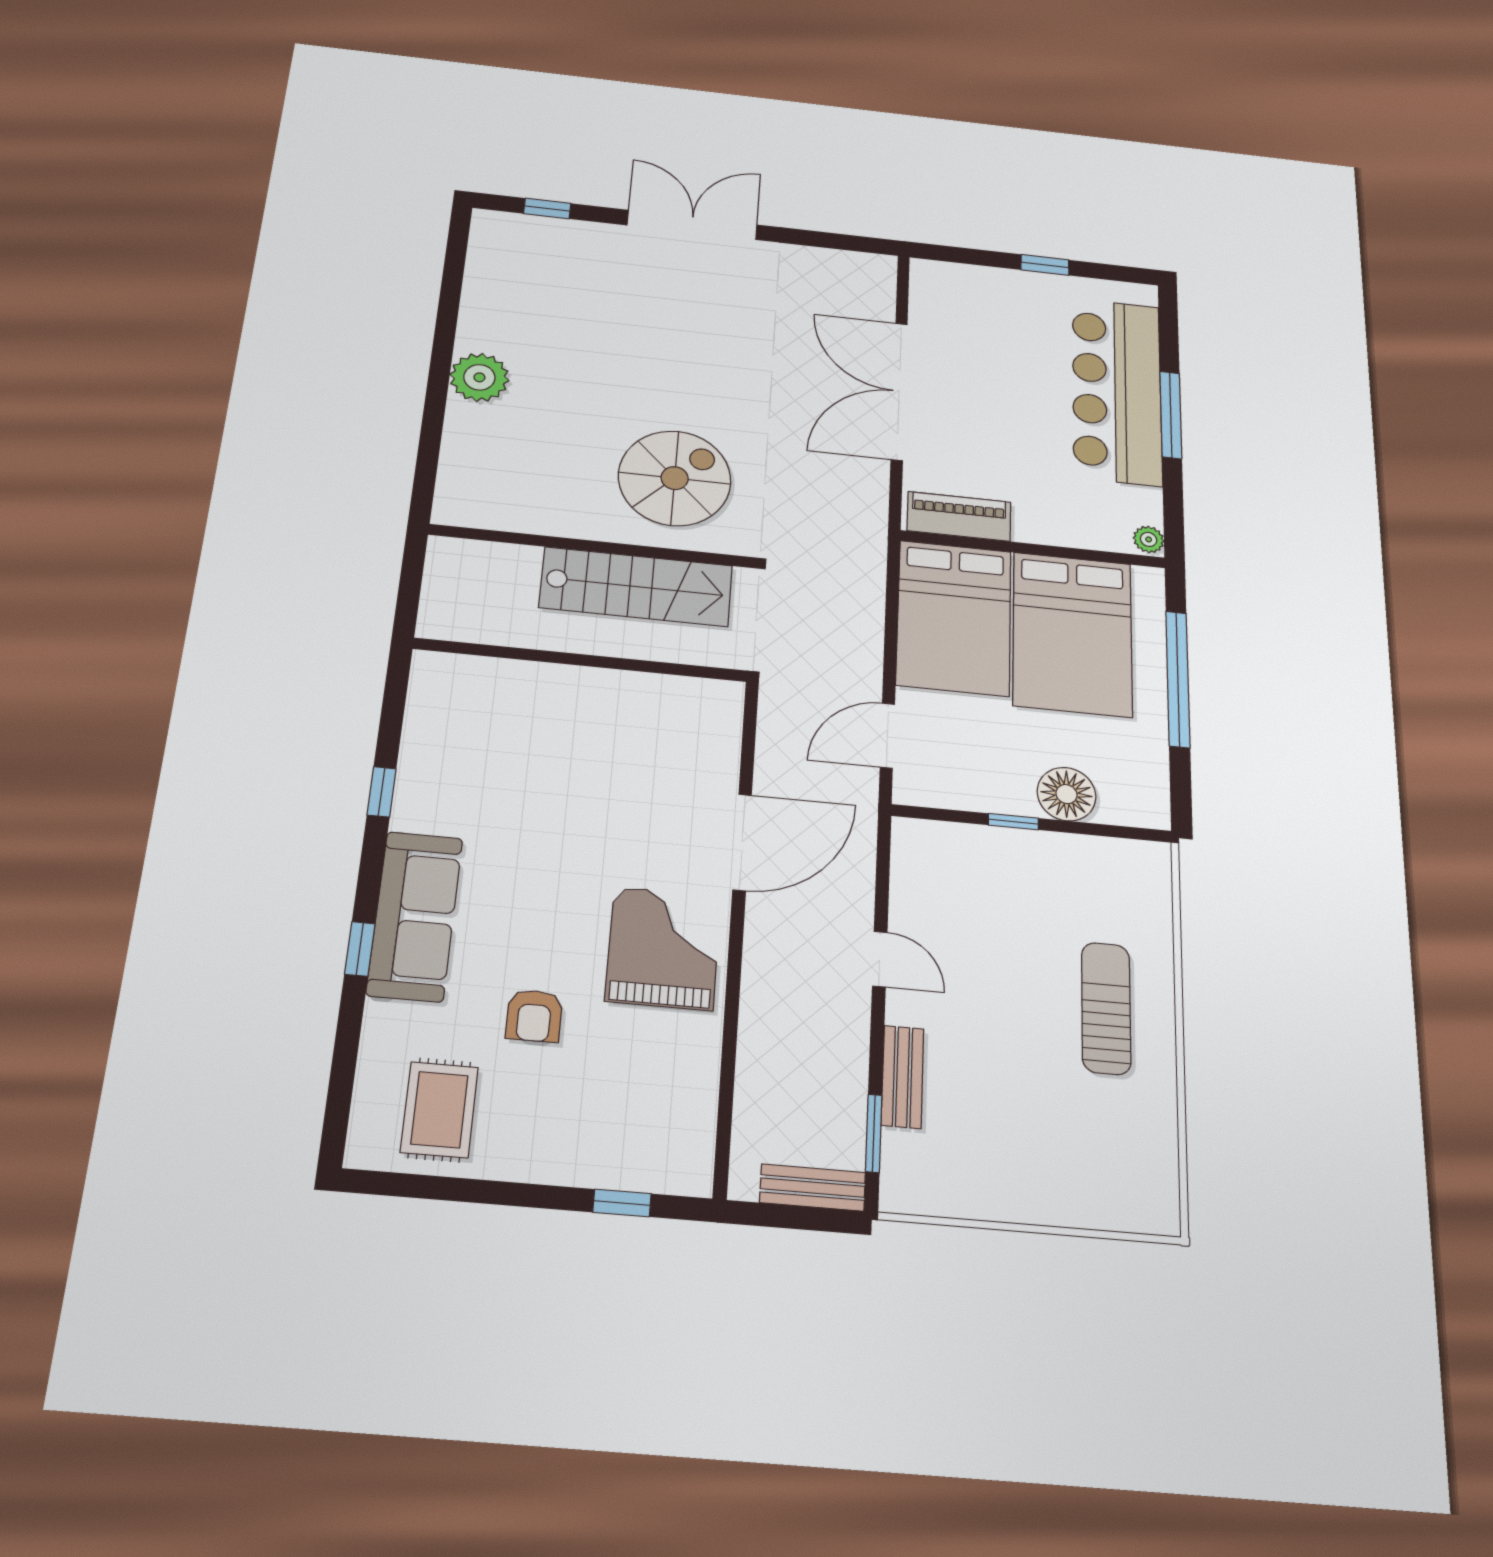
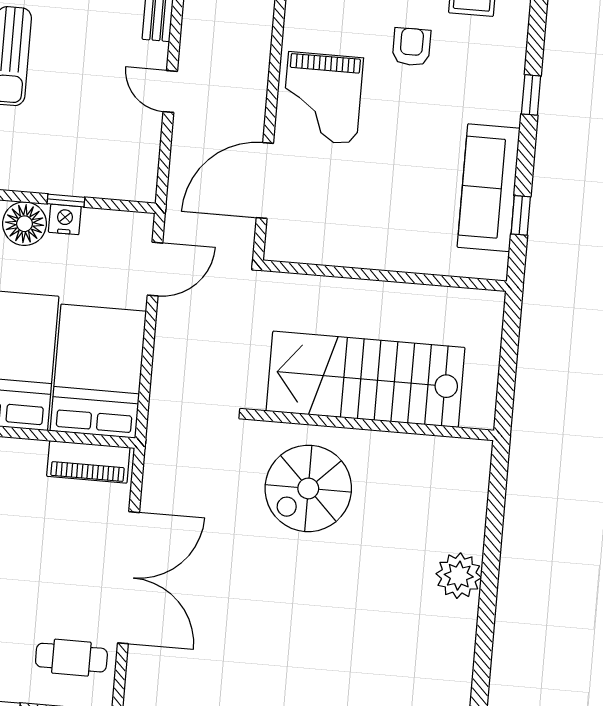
cafe table: (963, 312) -> (71, 658), added
stairs: (636, 587) -> (366, 379), width x1.36, depth x1.51
wall: (581, 660) -> (385, 276), moved
nightstand: (1013, 798) -> (65, 219), added
sofa: (415, 916) -> (489, 188), moved

